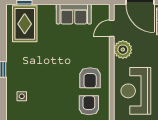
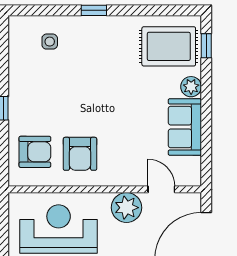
plant: (49, 10) -> (191, 87), added
armchair: (90, 78) -> (80, 154), turned -90

